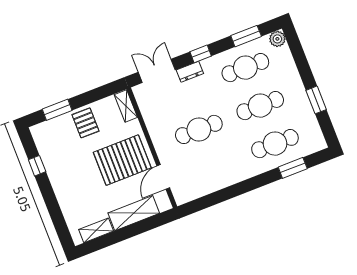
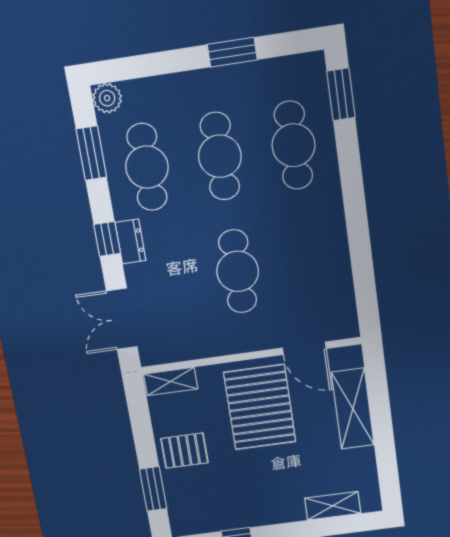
dresser: (190, 72) -> (130, 241), moved
window: (293, 168) -> (341, 94), moved
shelving: (96, 230) -> (333, 506), moved, turned 90

